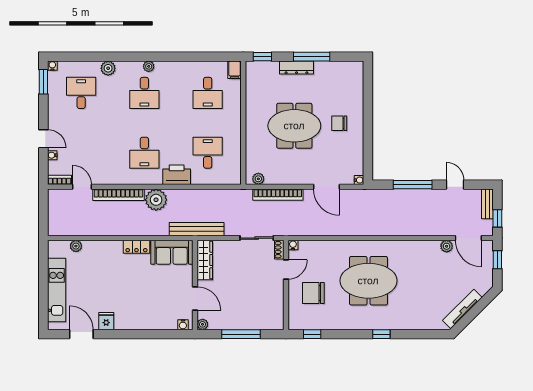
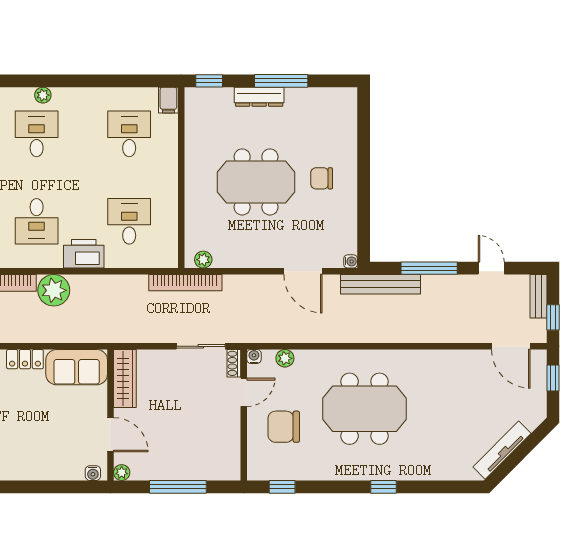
desk: (144, 93) -> (37, 134), turned 180
desk: (208, 93) -> (129, 134), turned 180
bookcase: (278, 195) -> (185, 283), moved
bench: (197, 229) -> (381, 284), moved
plant: (447, 246) -> (285, 358), moved

